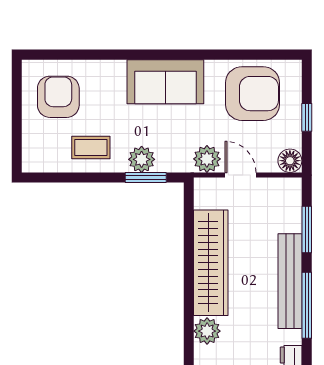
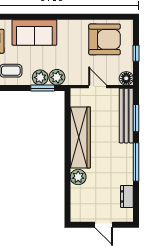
sofa: (165, 82) -> (34, 32), moved
plant: (207, 159) -> (57, 77), moved
bench: (290, 281) -> (126, 116), moved

